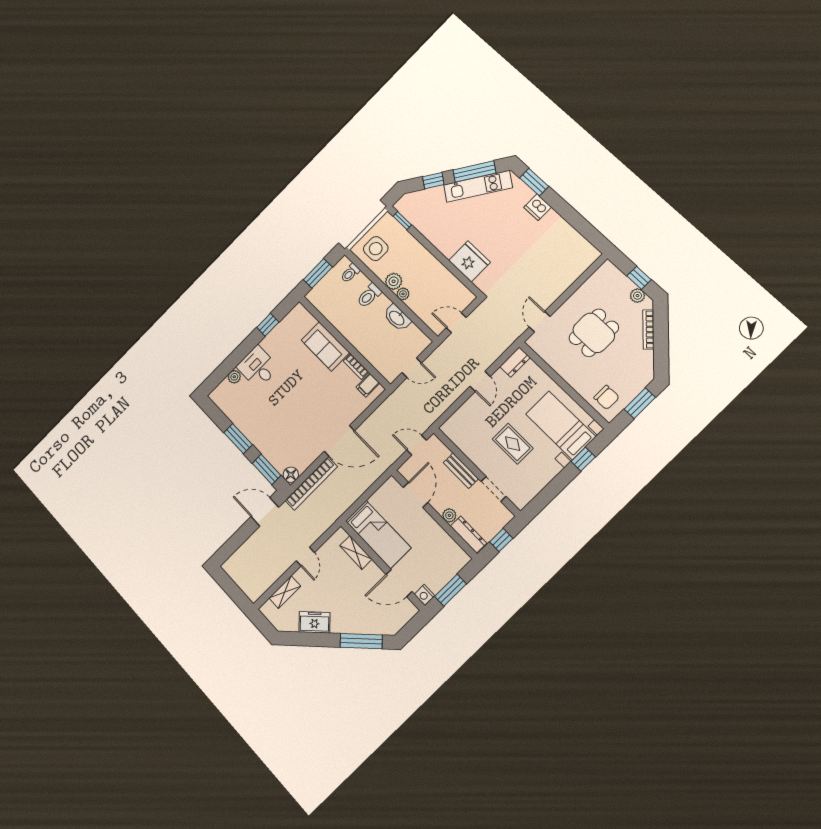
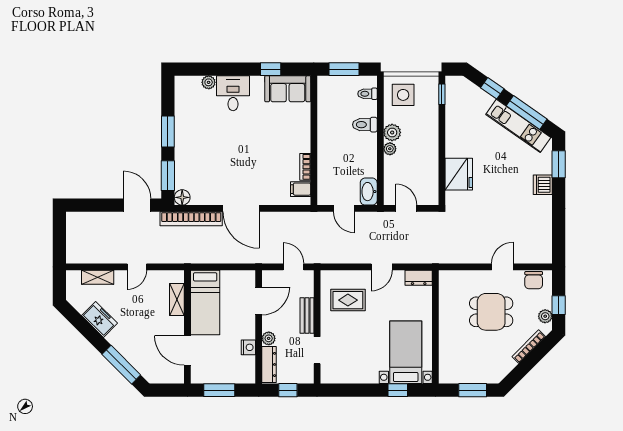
washbasin: (397, 318) -> (369, 192), moved
door: (540, 322) -> (502, 267), moved
sofa: (325, 346) -> (288, 89), moved, turned -90
chair: (607, 397) -> (534, 280), moved
rug: (513, 444) -> (348, 300), moved, turned 90
nightstand: (425, 595) -> (248, 347), moved, turned 180

